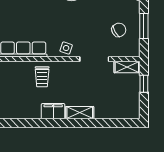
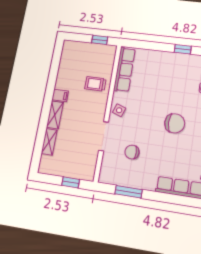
chair: (119, 30) -> (132, 152), moved, turned 120
shelving: (127, 67) -> (49, 142), moved
filing cabinet: (53, 111) -> (60, 95), width x0.50

